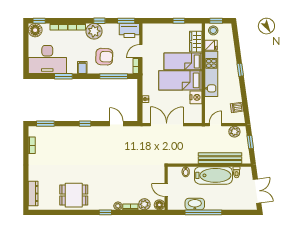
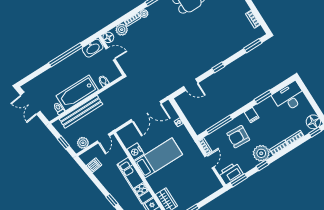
desk: (47, 60) -> (289, 97), width x0.73, depth x0.77
bed: (183, 61) -> (167, 176), removed
washbasin: (195, 204) -> (93, 48), moved

